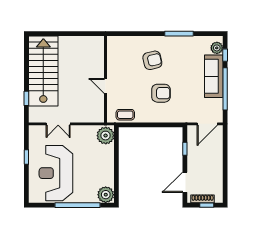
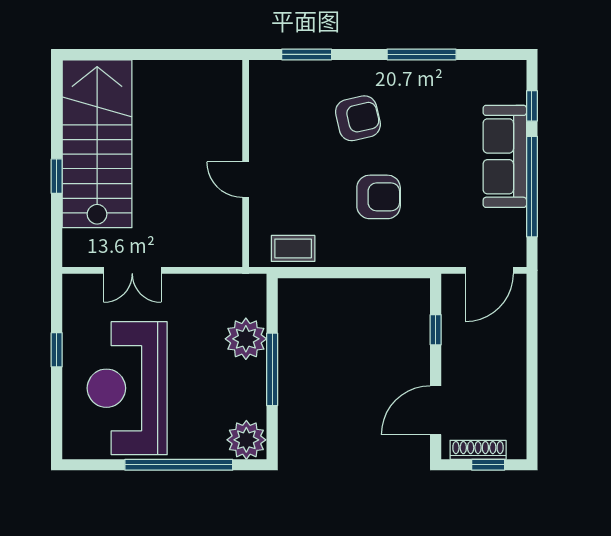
window: (131, 34) -> (307, 54), added
plant: (217, 48) -> (512, 89), removed
window: (26, 98) -> (57, 176), moved
plant: (106, 136) -> (246, 339), moved
window: (116, 165) -> (272, 369), added

